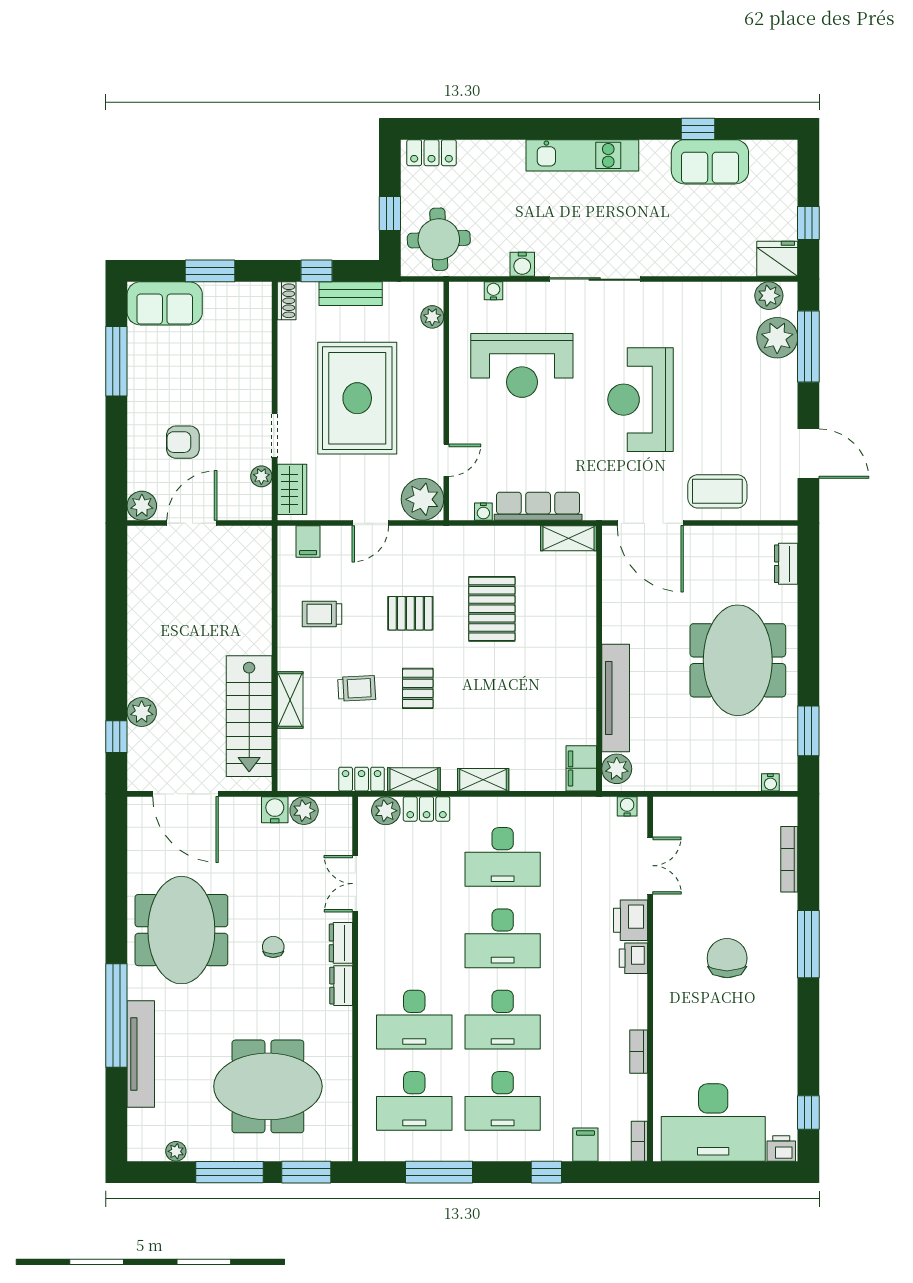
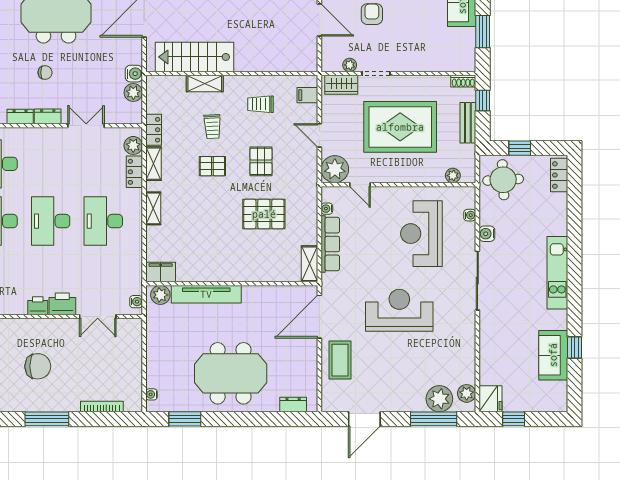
trolley: (322, 614) -> (261, 104), turned -90

